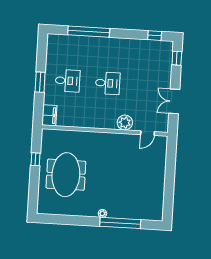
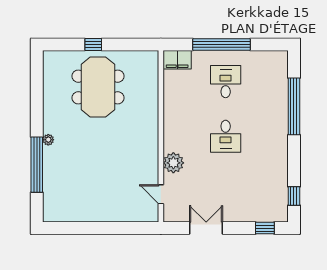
desk: (68, 81) -> (226, 82), turned 180
window: (40, 82) -> (222, 44), width x2.11
window: (35, 159) -> (93, 44), moved
meeting table: (66, 175) -> (98, 87), turned 90

